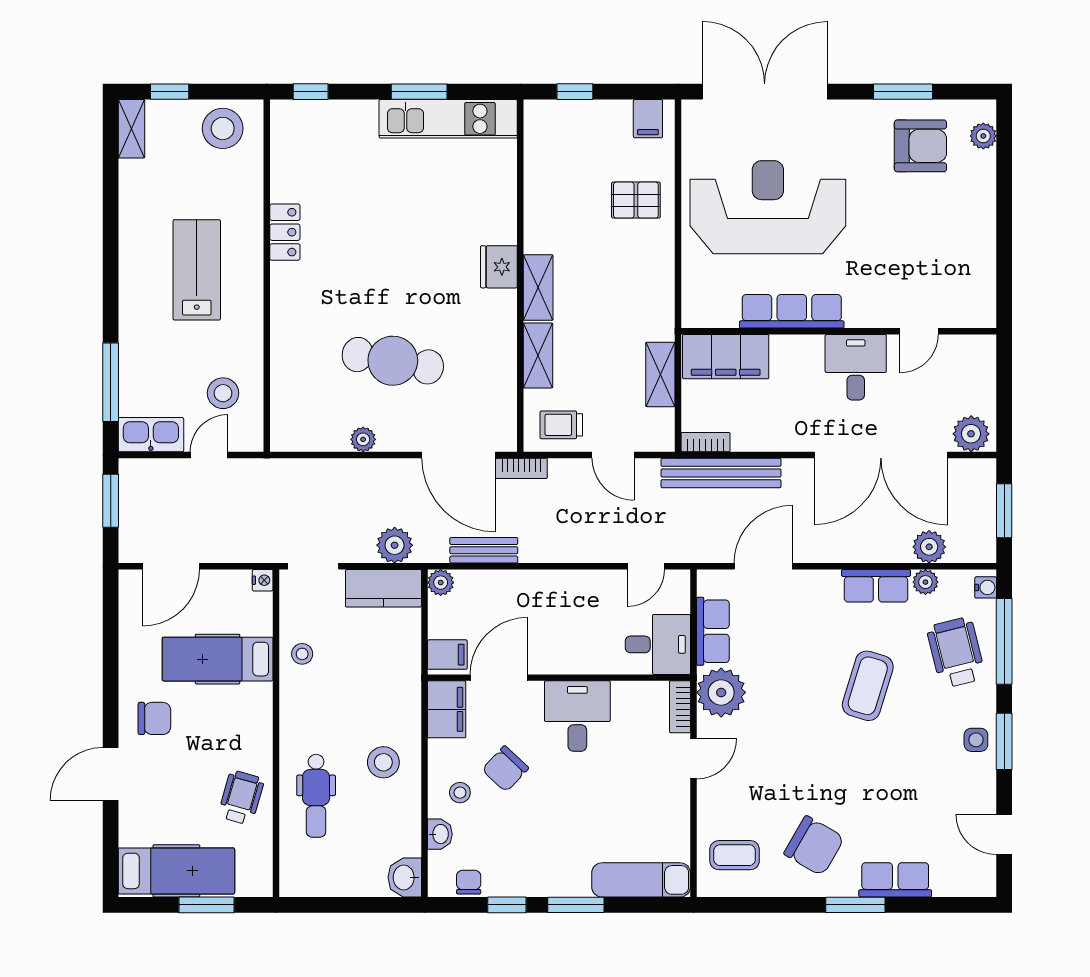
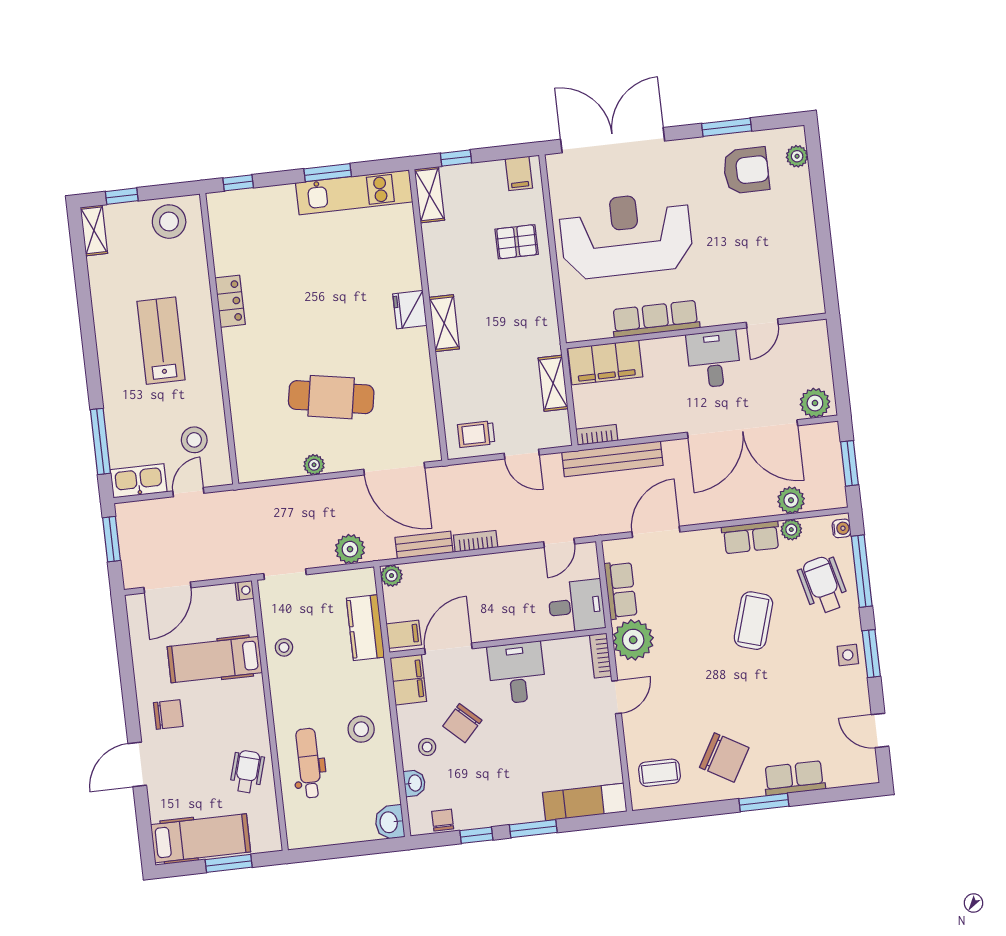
shelving: (538, 355) -> (429, 195), moved
bookcase: (521, 468) -> (476, 541), moved, turned 180
kitchen counter: (383, 588) -> (365, 628), moved, turned 90
dental chair: (316, 796) -> (309, 763), turned 180

